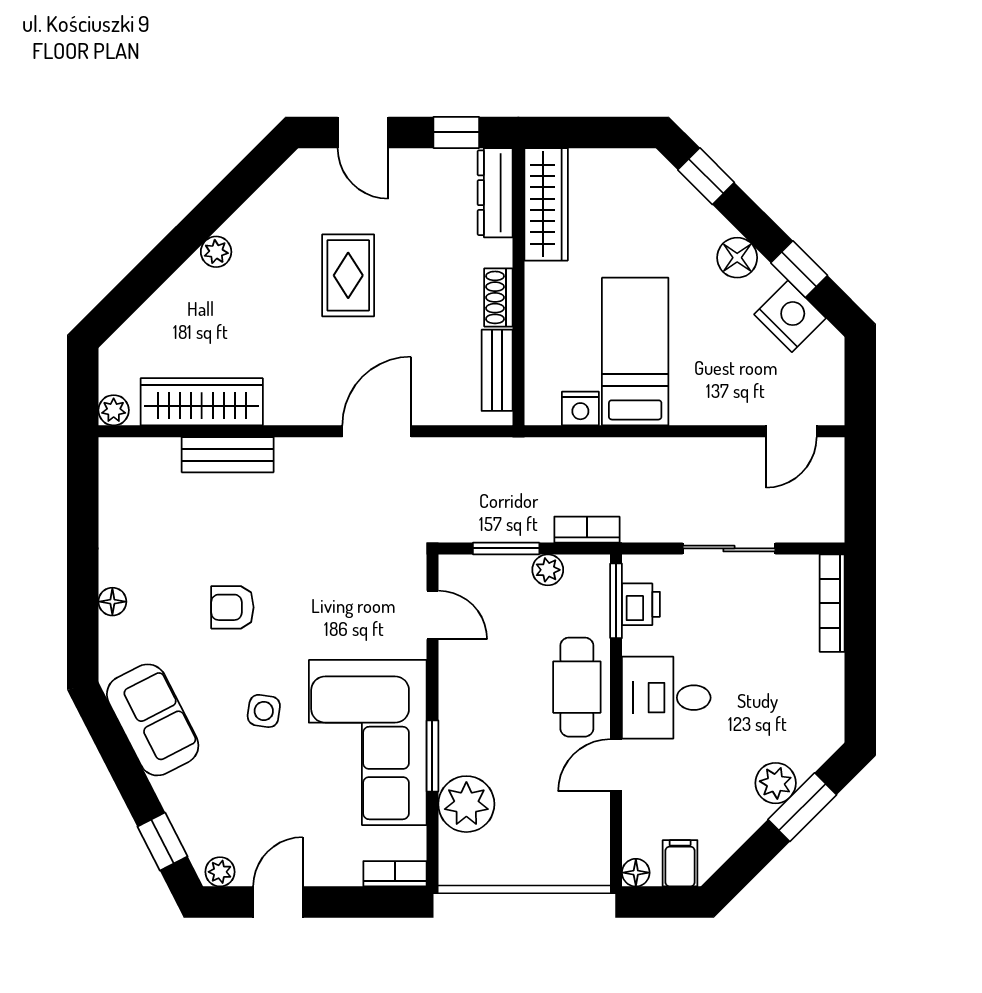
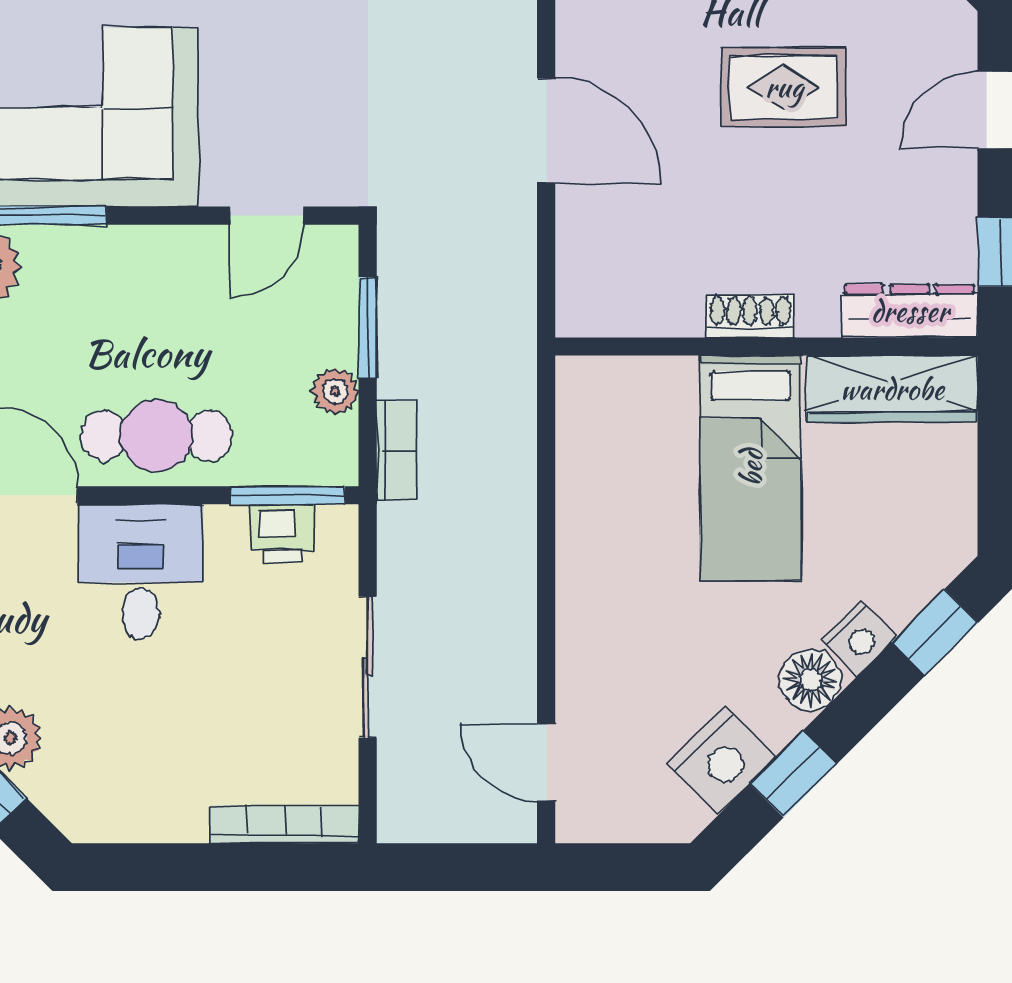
bed: (635, 352) -> (751, 468), moved, turned 90
bench: (497, 370) -> (639, 314), removed
nightstand: (580, 409) -> (859, 638), moved, turned -135

